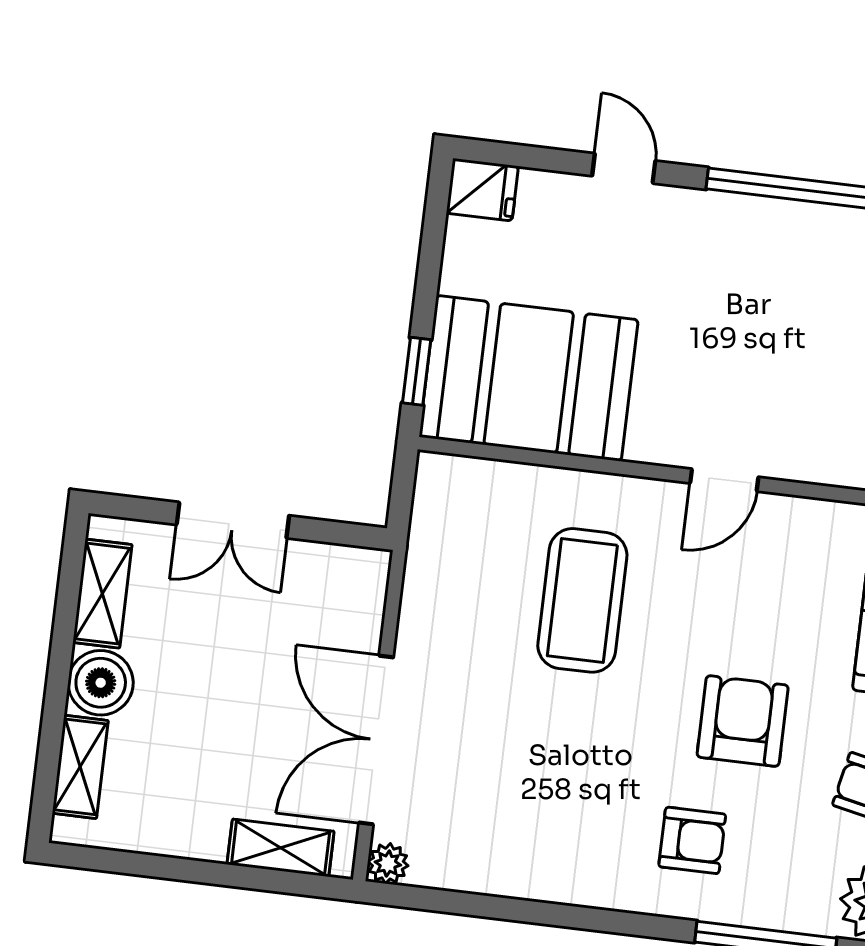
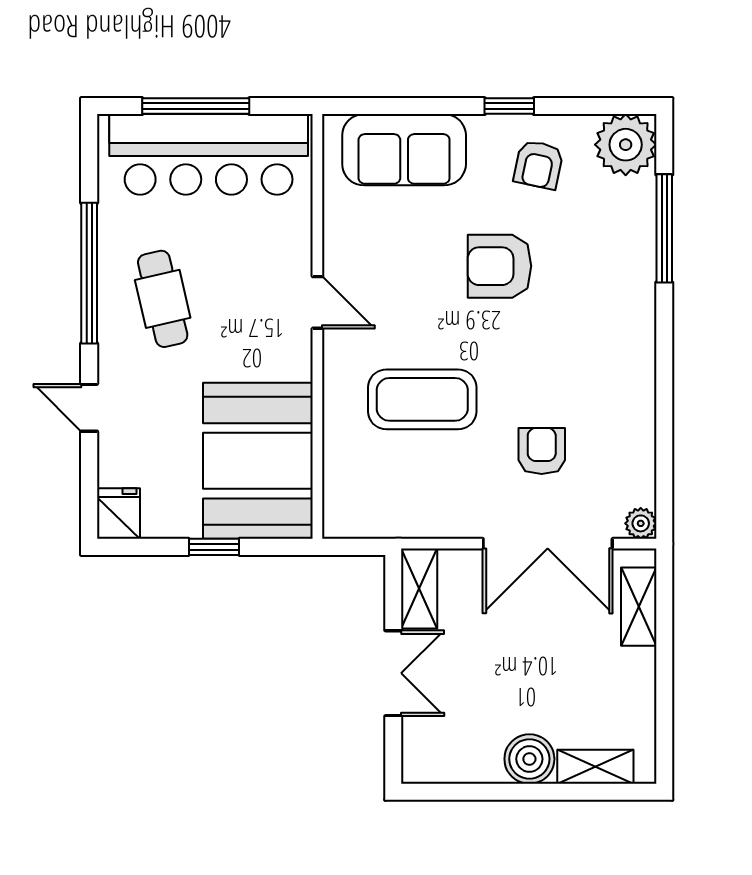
door: (624, 168) -> (89, 408), hinge flipped
cafe table: (753, 281) -> (163, 299), added
window: (417, 371) -> (214, 547), moved
shelving: (102, 594) -> (419, 589), moved, turned 90
armchair: (692, 840) -> (542, 451), moved

